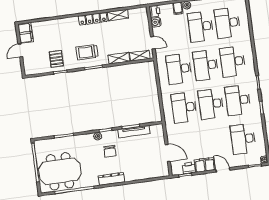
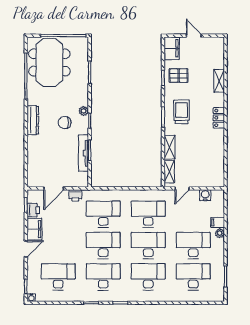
printer: (155, 11) -> (75, 195), moved
shelving: (118, 15) -> (219, 81), moved
locker: (93, 19) -> (219, 118), width x0.66
filing cabinet: (26, 33) -> (172, 48), moved, turned -90

